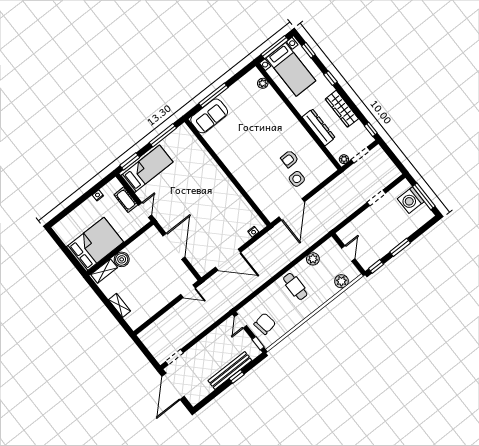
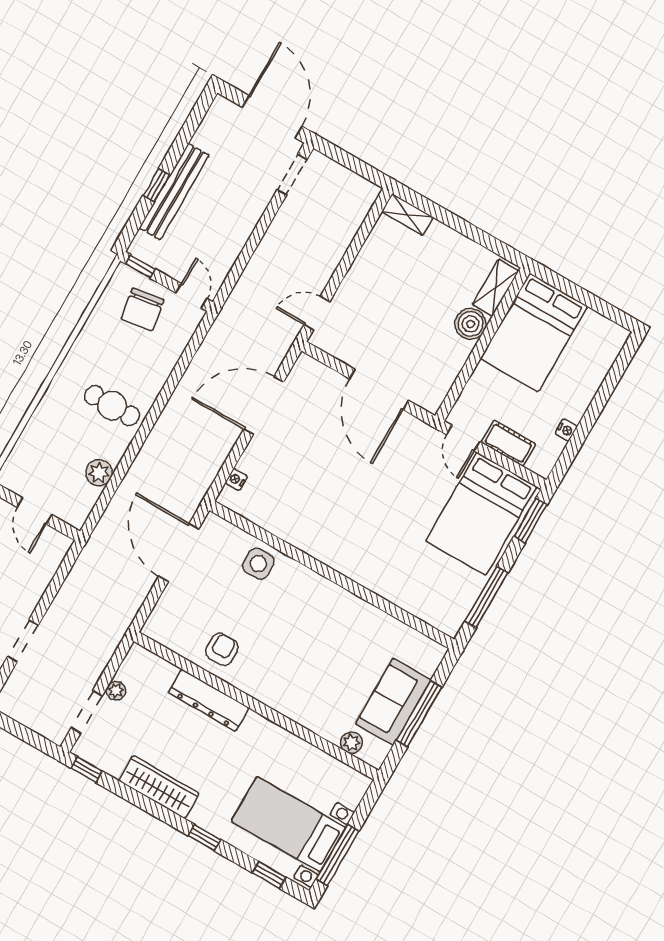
plant: (263, 83) -> (351, 743), moved
sofa: (209, 116) -> (393, 702), moved
wall: (299, 116) -> (256, 706), moved
dresser: (319, 127) -> (209, 700), moved
bed: (147, 169) -> (481, 514), width x1.50
side table: (297, 179) -> (258, 564), moved
plant: (341, 281) -> (26, 451), removed
shelving: (119, 305) -> (407, 214), moved

